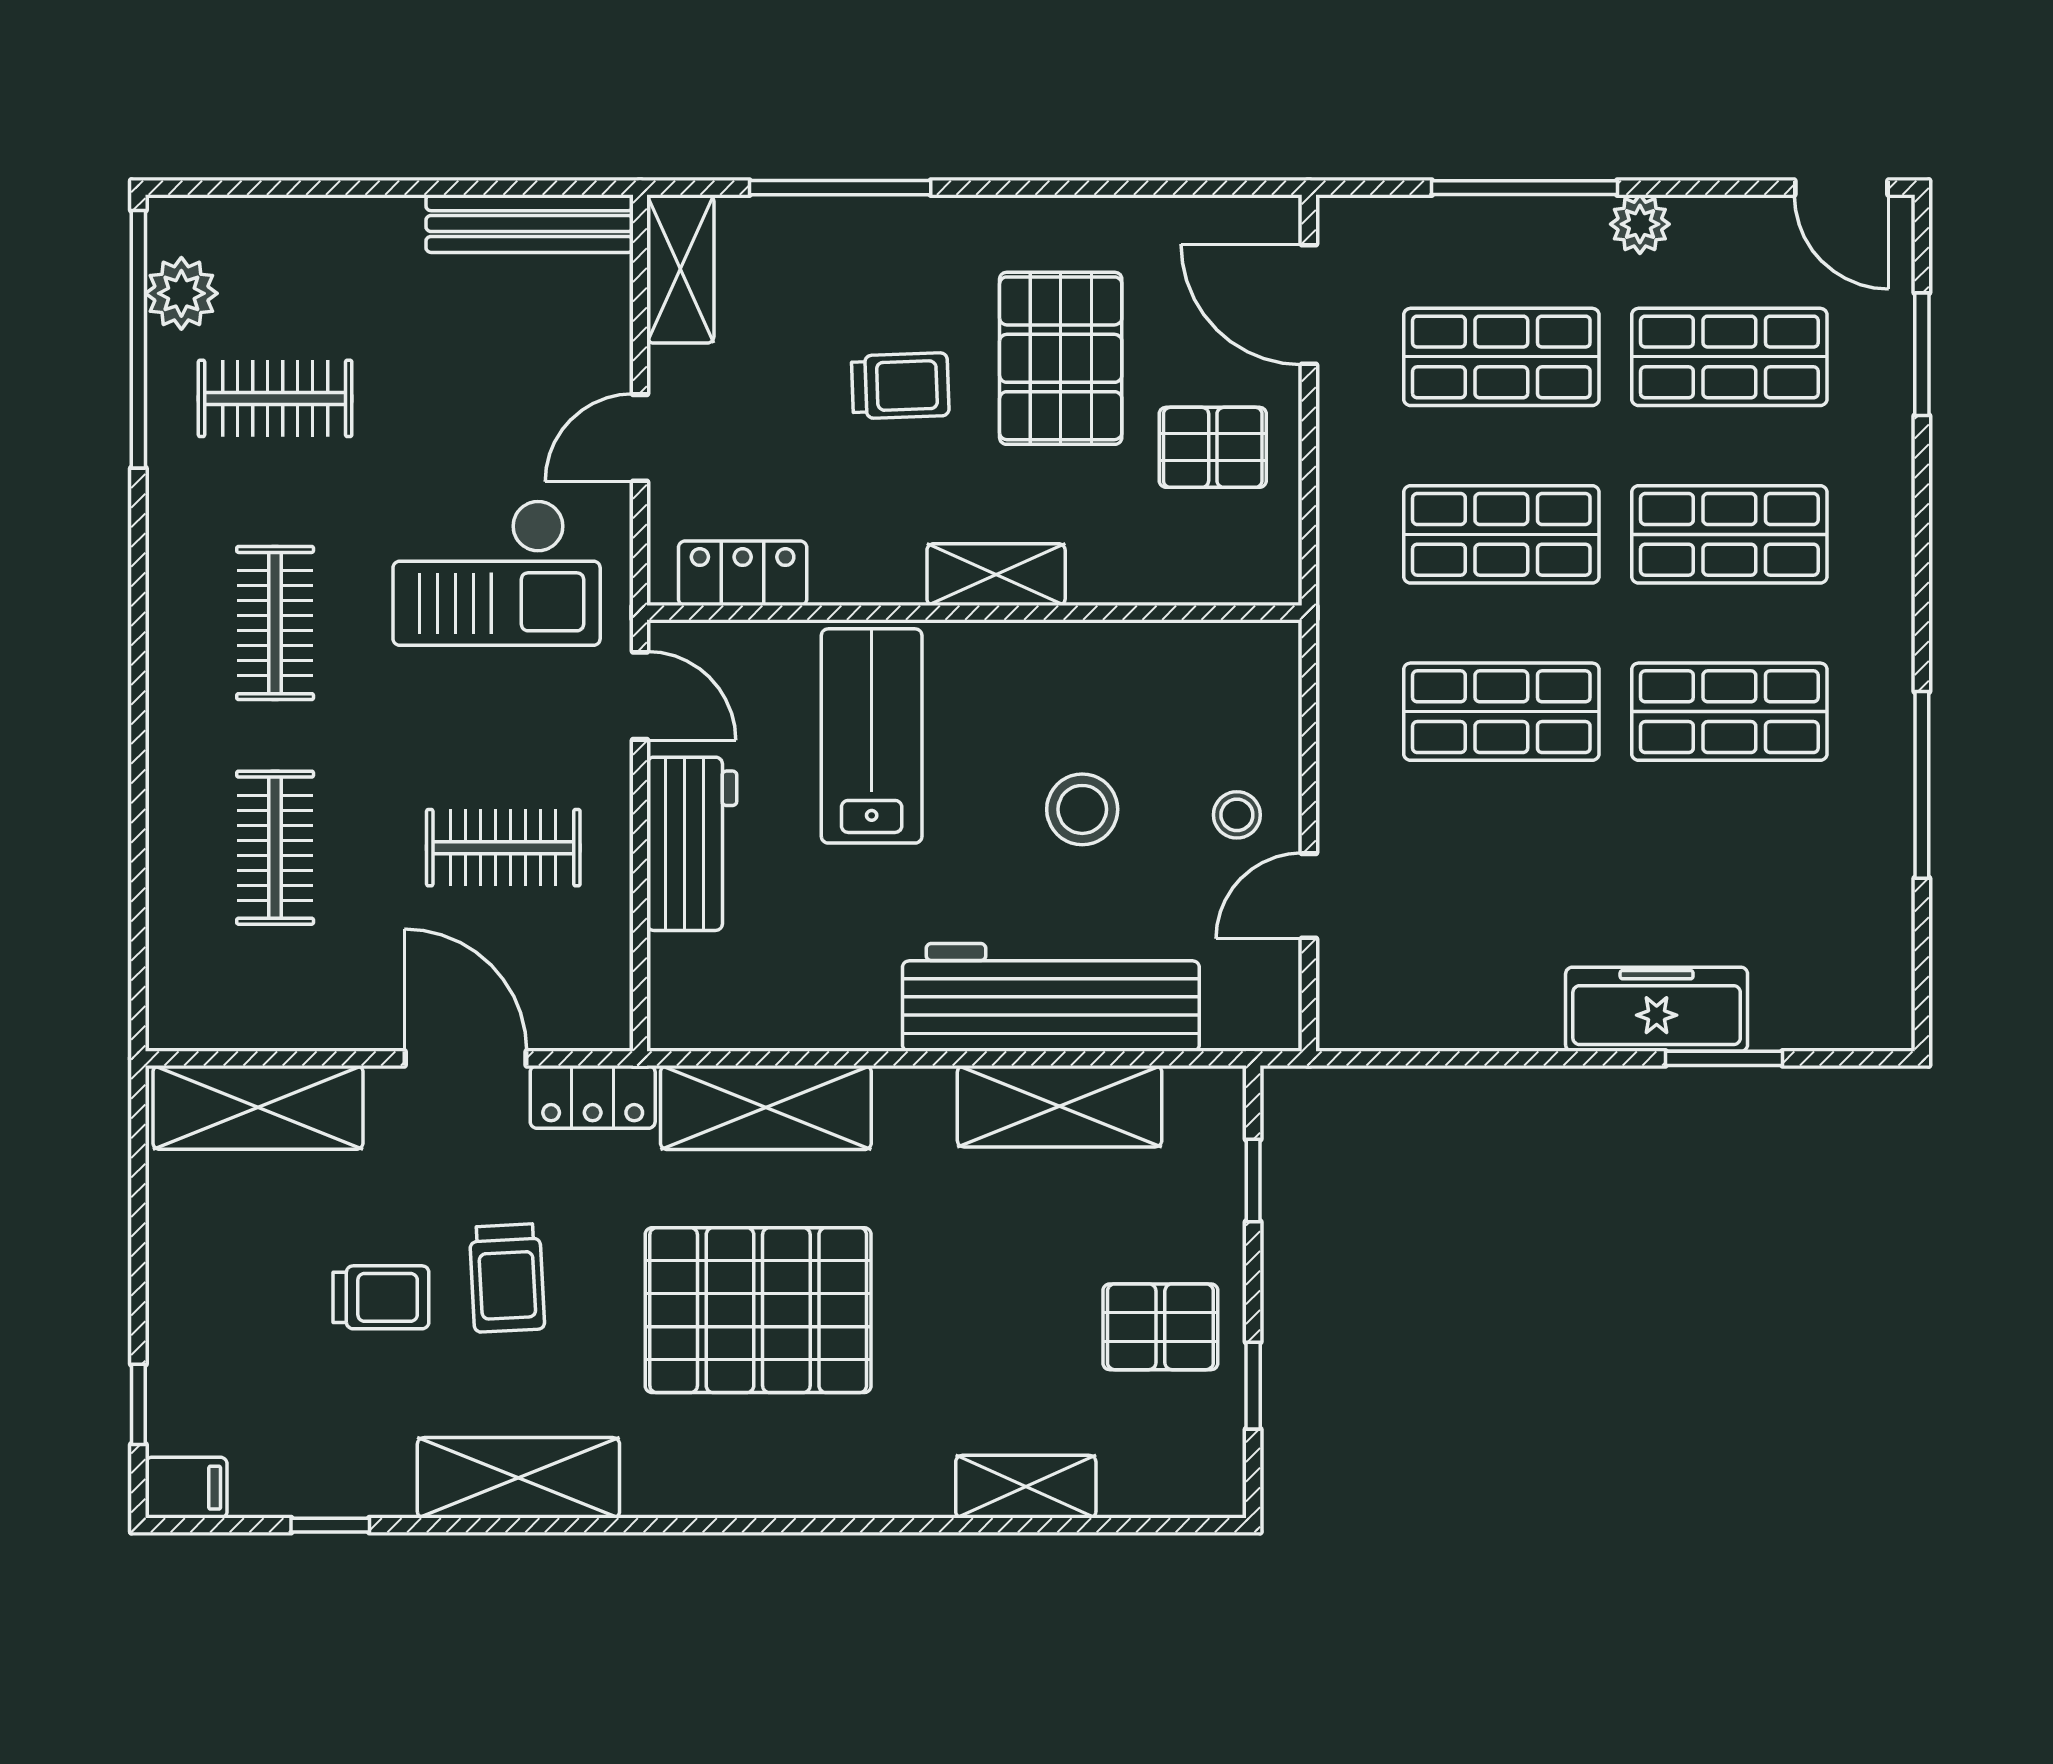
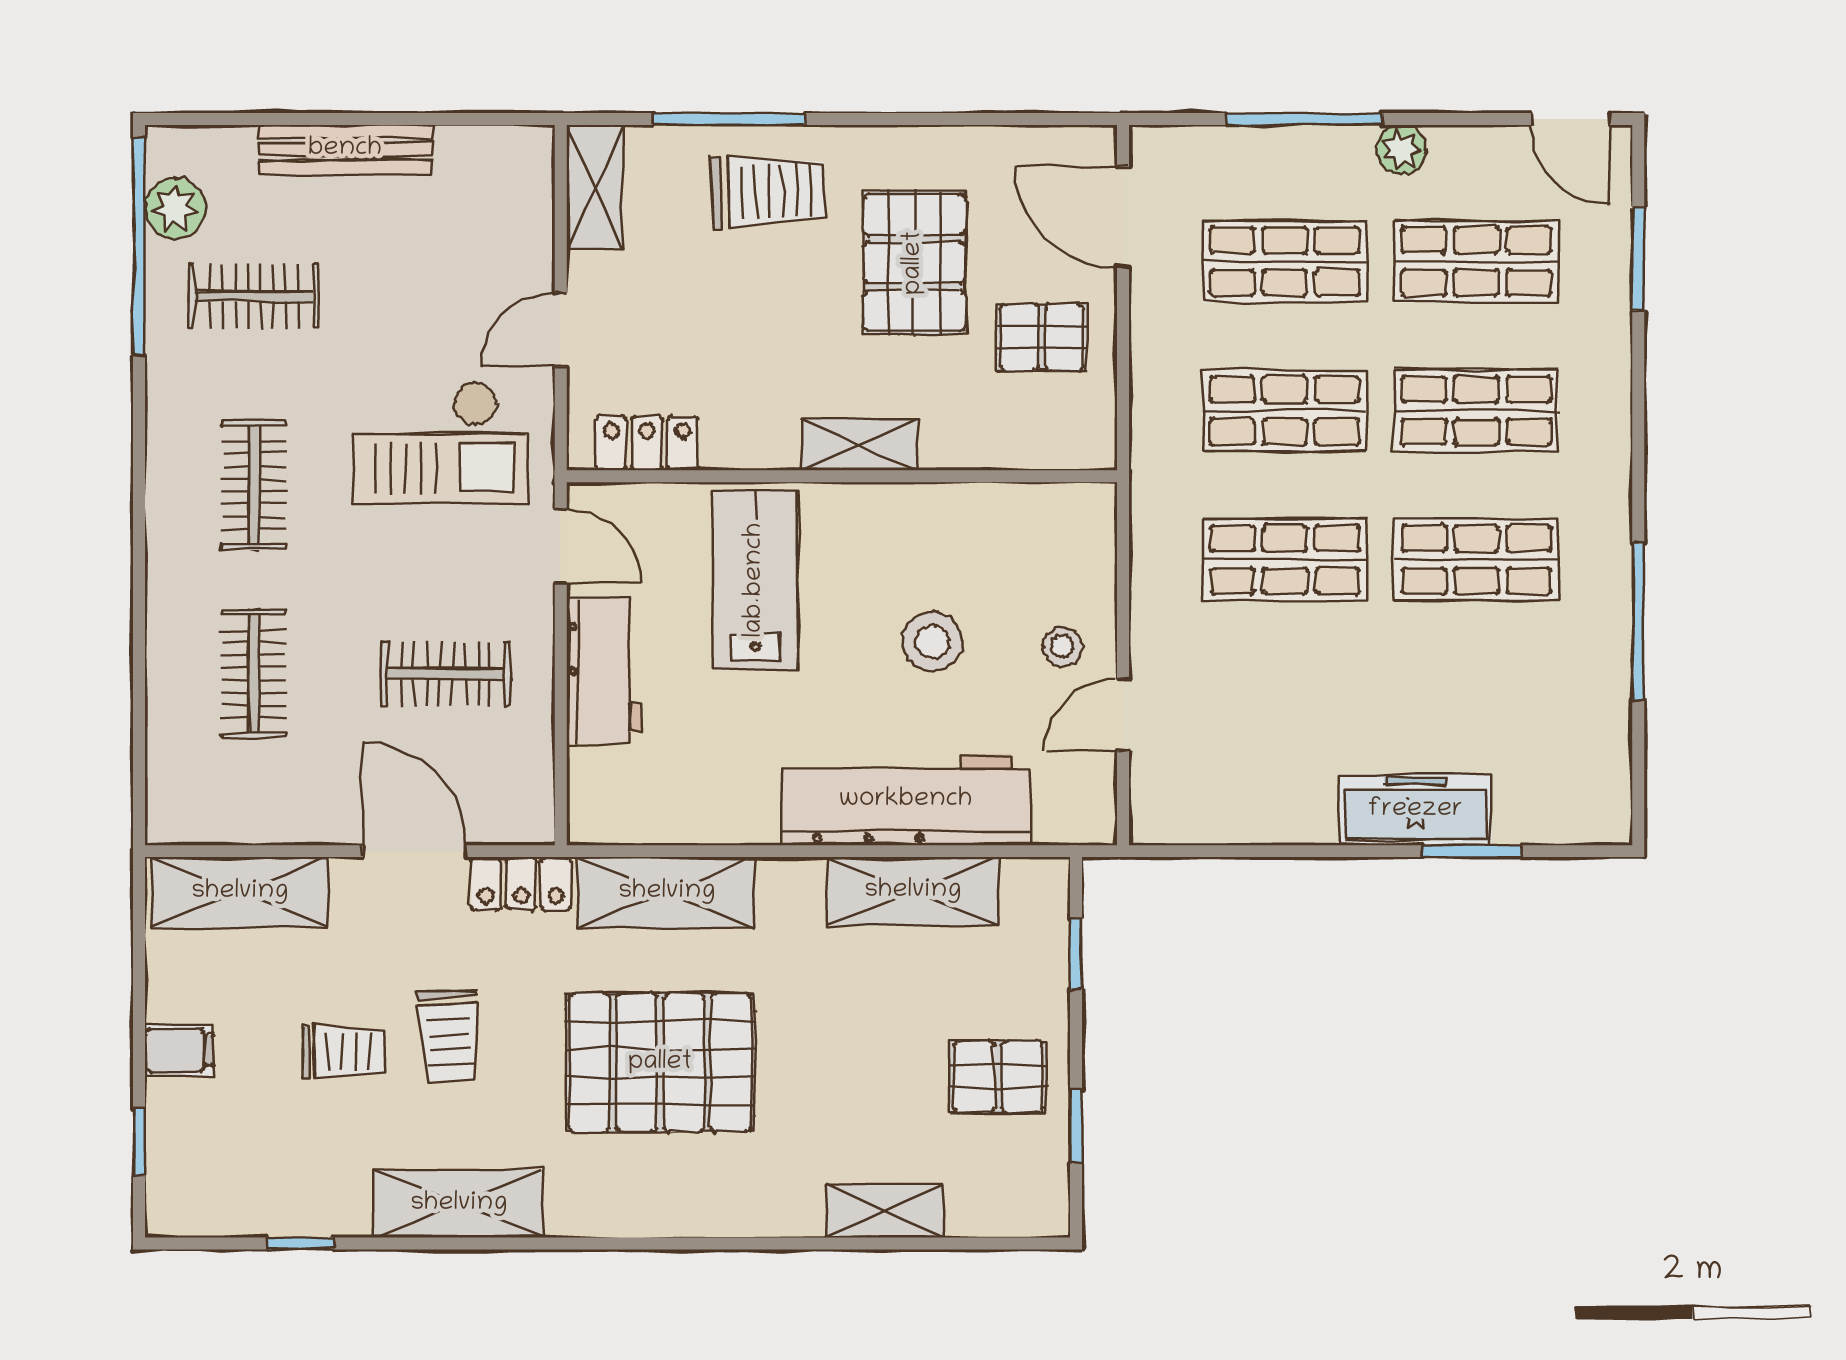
bench: (530, 224) -> (345, 149), moved
trolley: (900, 386) -> (768, 191), moved, width x1.36, depth x1.39
filing cabinet: (186, 1488) -> (179, 1050), moved

